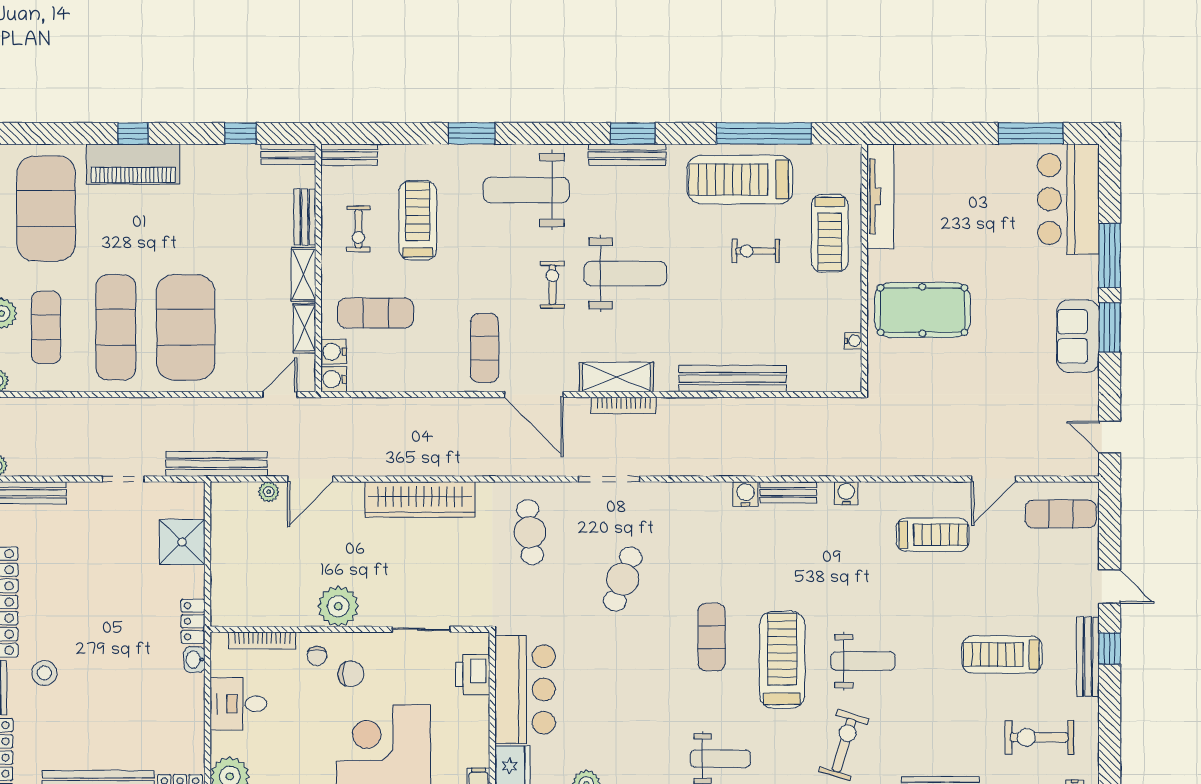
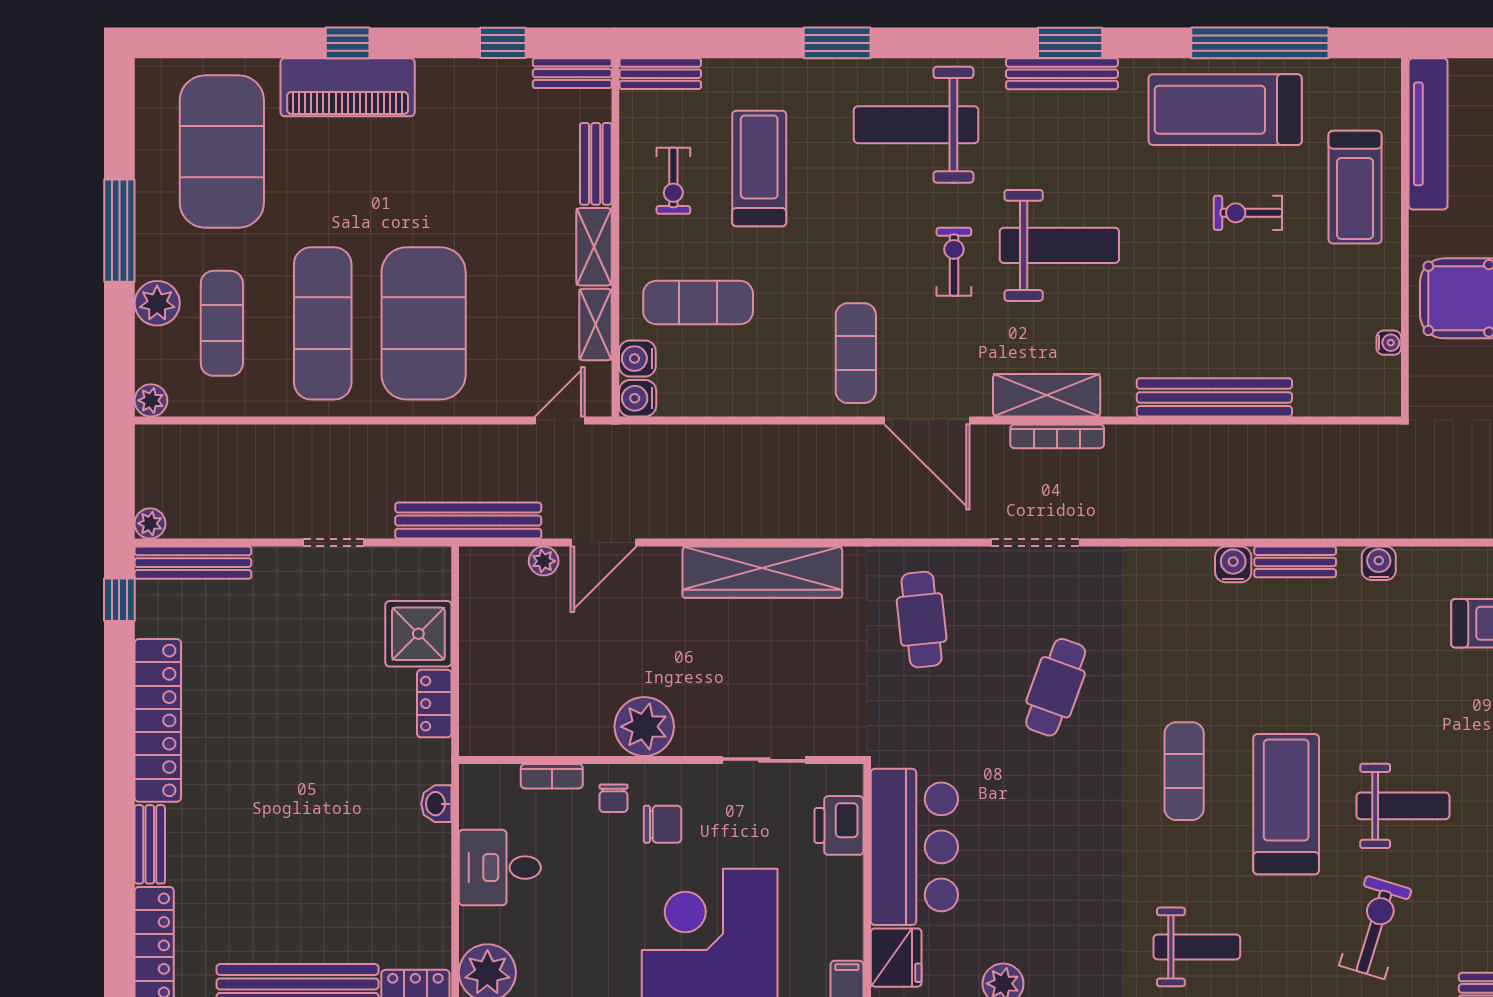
locker: (193, 621) -> (434, 704), moved
bookcase: (262, 641) -> (552, 776), width x0.64
stool: (44, 673) -> (219, 823), removed

